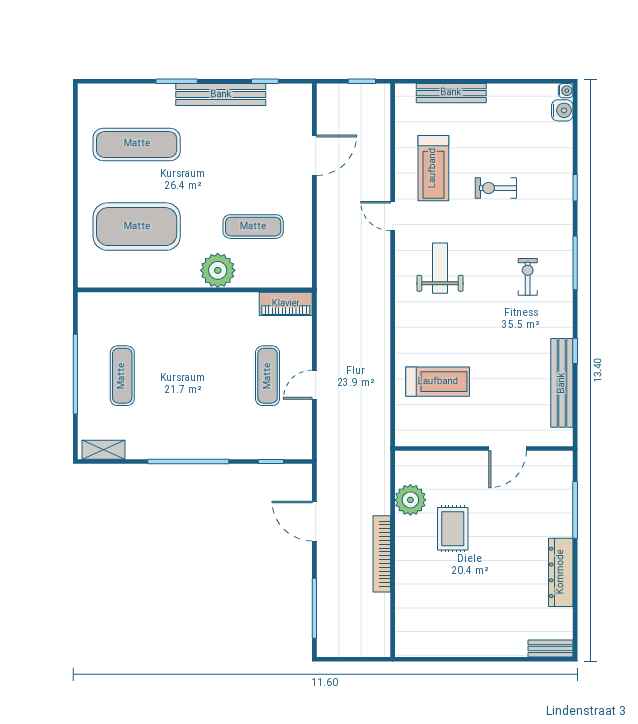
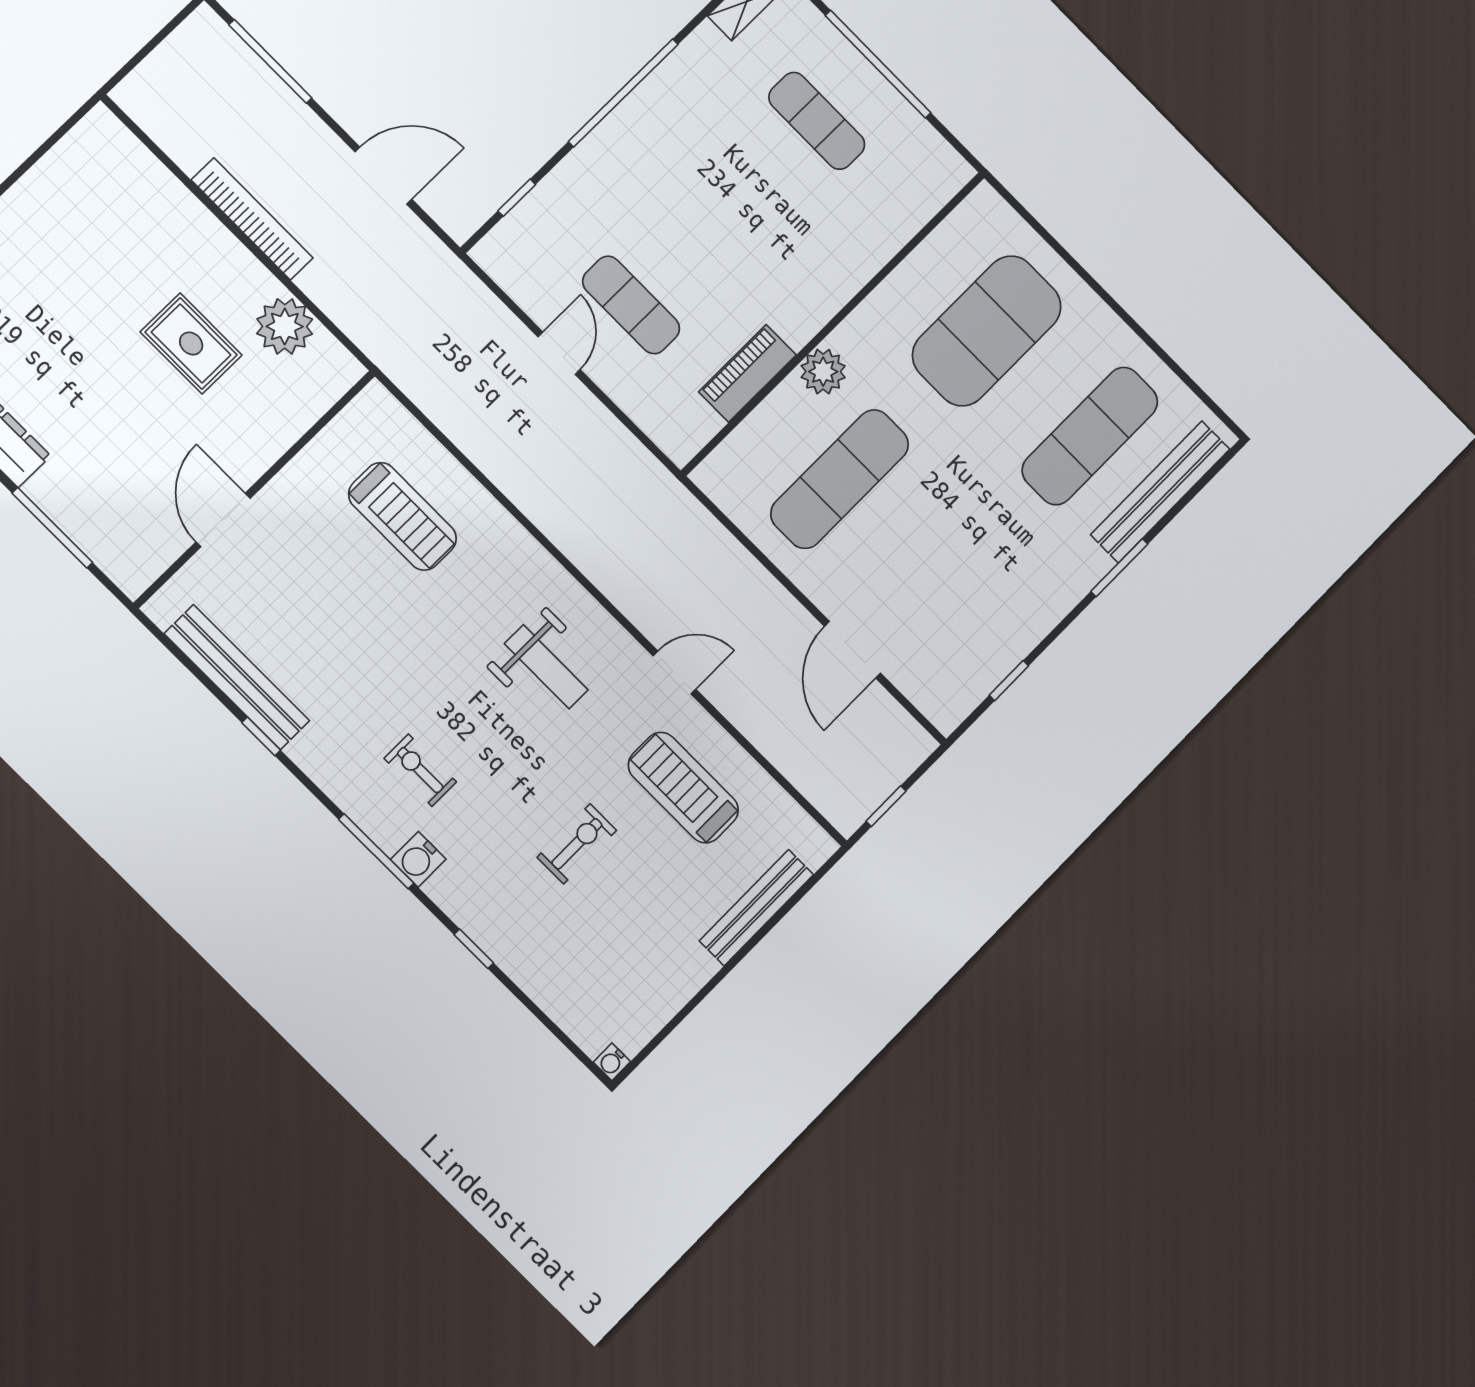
bench: (221, 95) -> (1160, 492), moved
water cooler: (562, 110) -> (418, 859), moved
exercise mat: (253, 227) -> (840, 479), width x1.36, depth x1.45
plant: (218, 270) -> (823, 372), width x0.73, depth x0.73
exercise bike: (528, 277) -> (420, 770), turned 180
piano: (286, 304) -> (747, 373), moved
treadmill: (438, 382) -> (402, 516), turned -90

